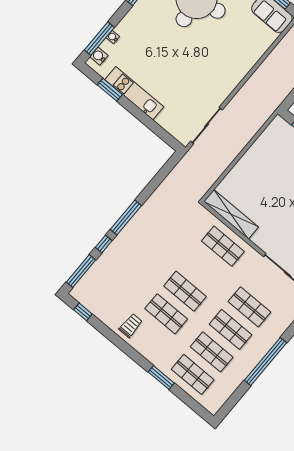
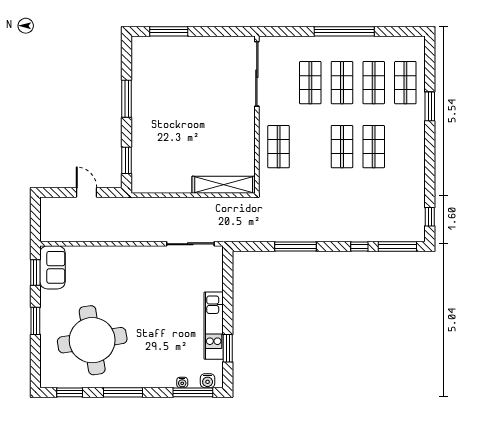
shelving: (231, 214) -> (224, 185), moved, turned 90
window: (126, 218) -> (295, 247), moved
trolley: (131, 325) -> (408, 168), removed

